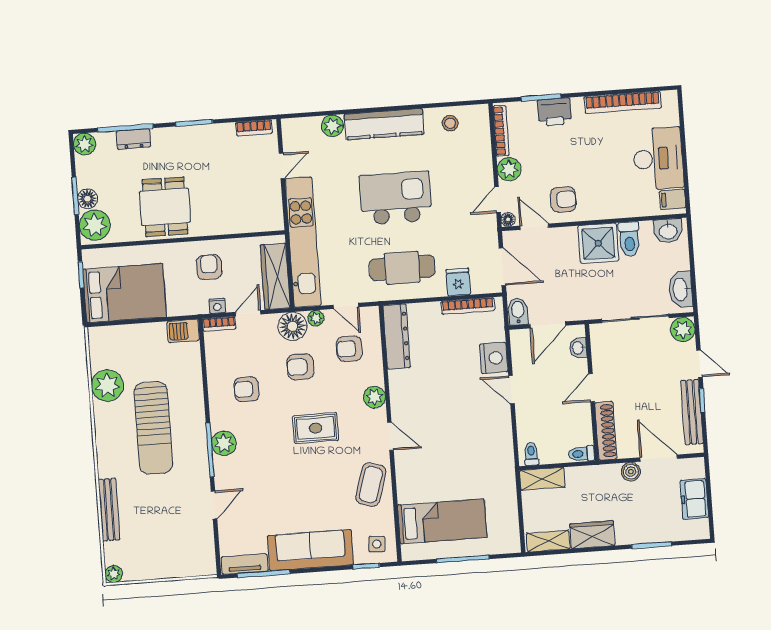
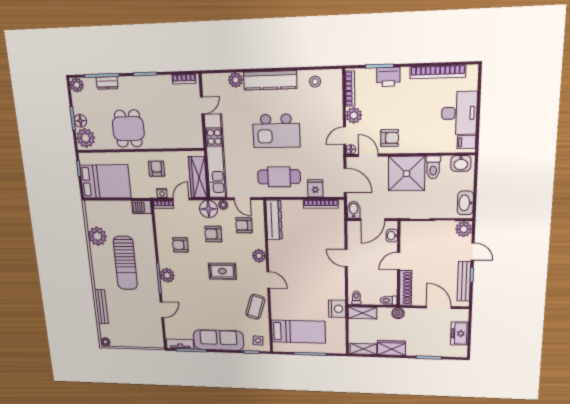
kitchen island: (396, 198) -> (276, 131), turned 180
shower: (598, 243) -> (407, 174), width x1.37, depth x1.37
nightstand: (494, 358) -> (337, 309), moved
boiler: (631, 472) -> (398, 313), moved

